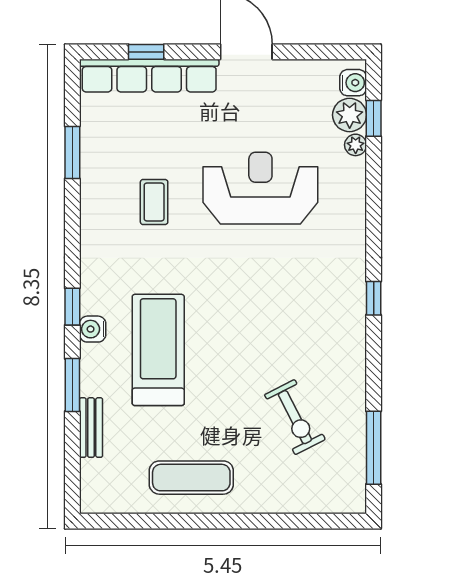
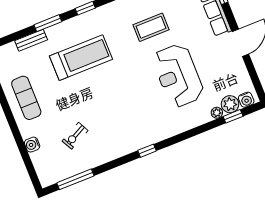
reception desk: (260, 188) -> (178, 76), turned 180
coffee table: (154, 202) -> (151, 27), width x1.36, depth x1.30
water cooler: (93, 329) -> (32, 145), moved, turned -90
exercise bike: (295, 417) -> (75, 136), width x0.73, depth x0.72

